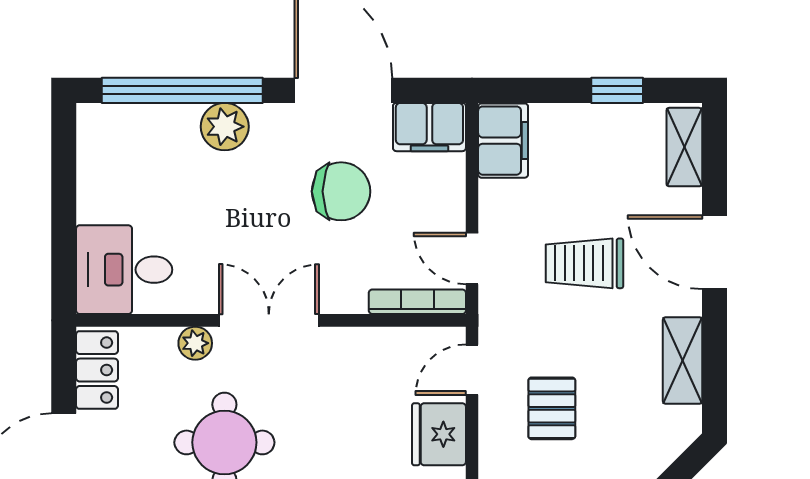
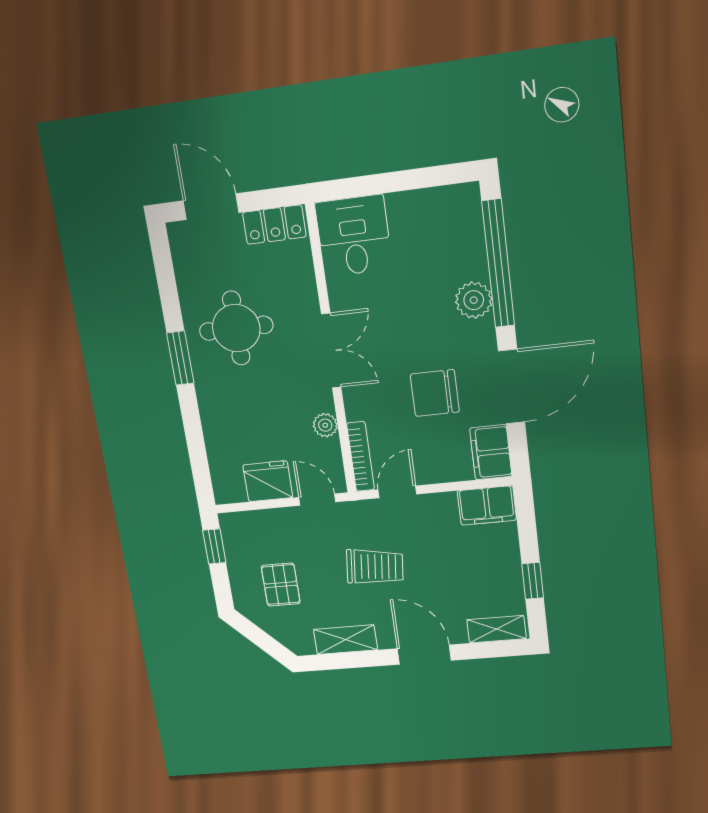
chair: (341, 191) -> (435, 393), turned 90
door: (714, 252) -> (424, 655), hinge flipped
trolley: (585, 263) -> (375, 567), moved, turned 96
plant: (195, 343) -> (325, 425), moved
pallet: (552, 408) -> (281, 585), moved, turned 90

